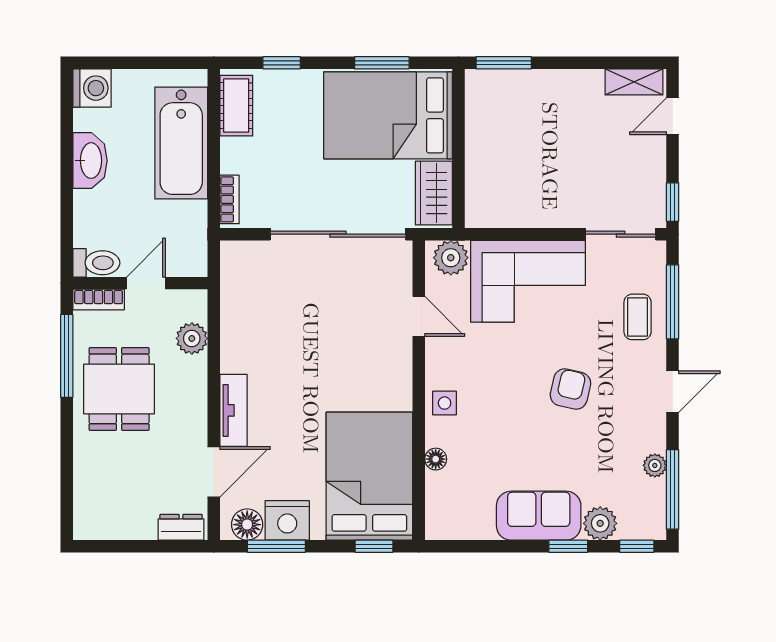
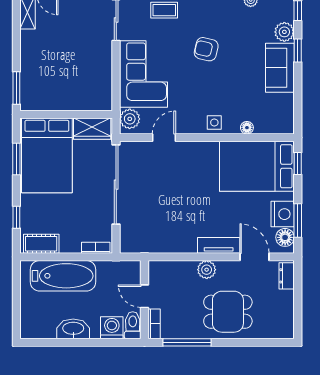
washing machine: (92, 88) -> (112, 328), moved
plant: (192, 338) -> (207, 270), moved
dining table: (119, 389) -> (228, 312), moved

